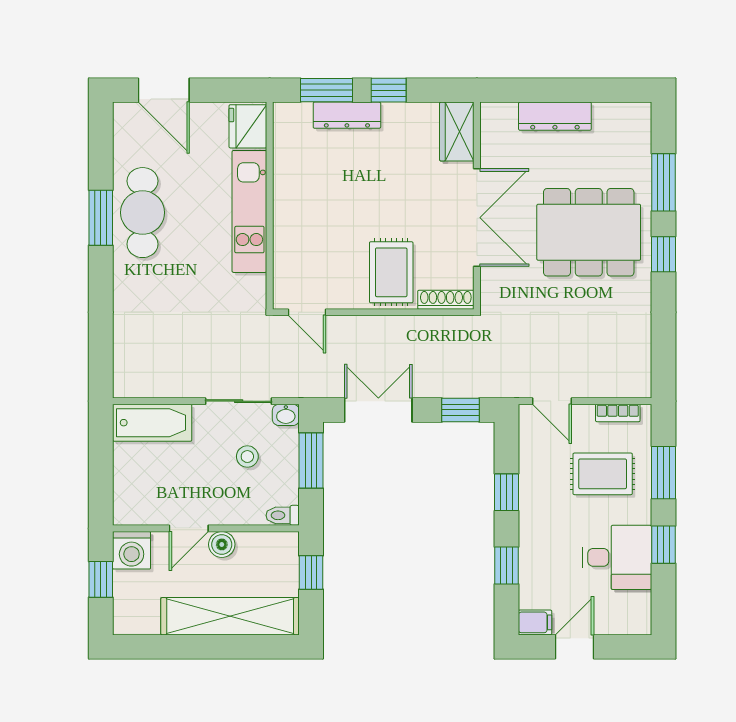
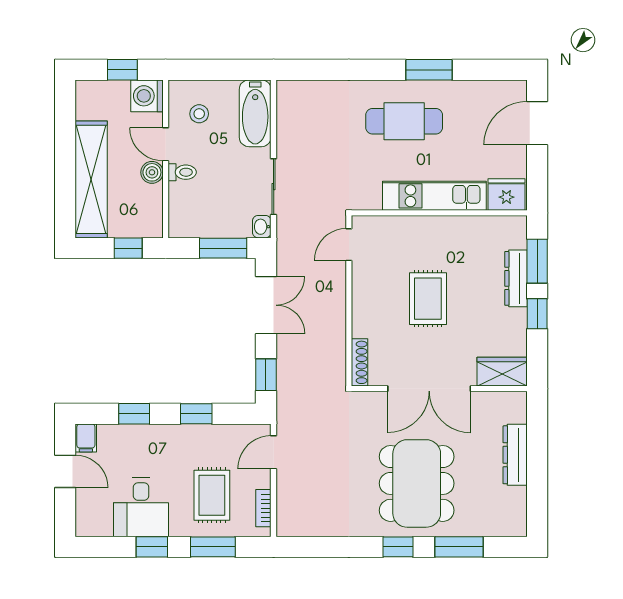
cafe table: (143, 213) -> (404, 121), moved
rug: (391, 272) -> (428, 299), moved, turned 90
stool: (247, 457) -> (199, 114), moved
toilet: (283, 515) -> (182, 172), moved, turned 90

